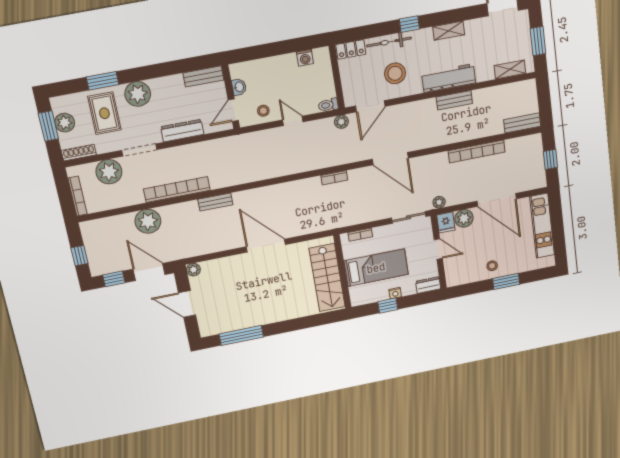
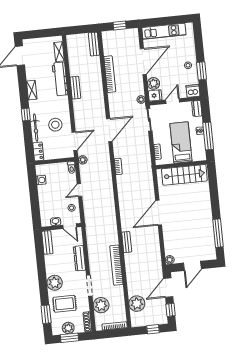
window: (538, 41) -> (43, 33), removed
workbench: (449, 78) -> (60, 79), moved
window: (102, 81) -> (46, 314), moved
door: (370, 106) -> (75, 141), hinge flipped
plant: (148, 221) -> (137, 304), moved
dishwasher: (454, 277) -> (193, 91), added
window: (506, 281) -> (201, 71), moved
window: (388, 306) -> (208, 136), width x2.17

